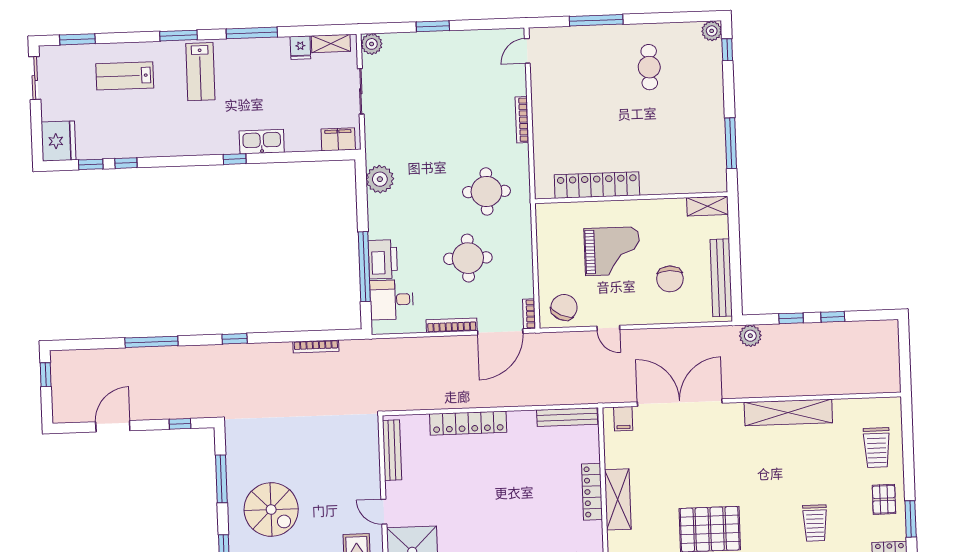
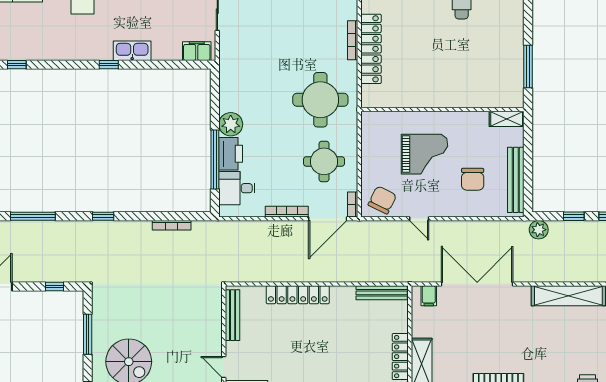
plant: (380, 179) -> (231, 124), moved
locker: (597, 185) -> (371, 49), moved, turned 90
round table: (486, 191) -> (320, 100), width x1.36, depth x1.36
round table: (468, 258) -> (324, 161), moved

